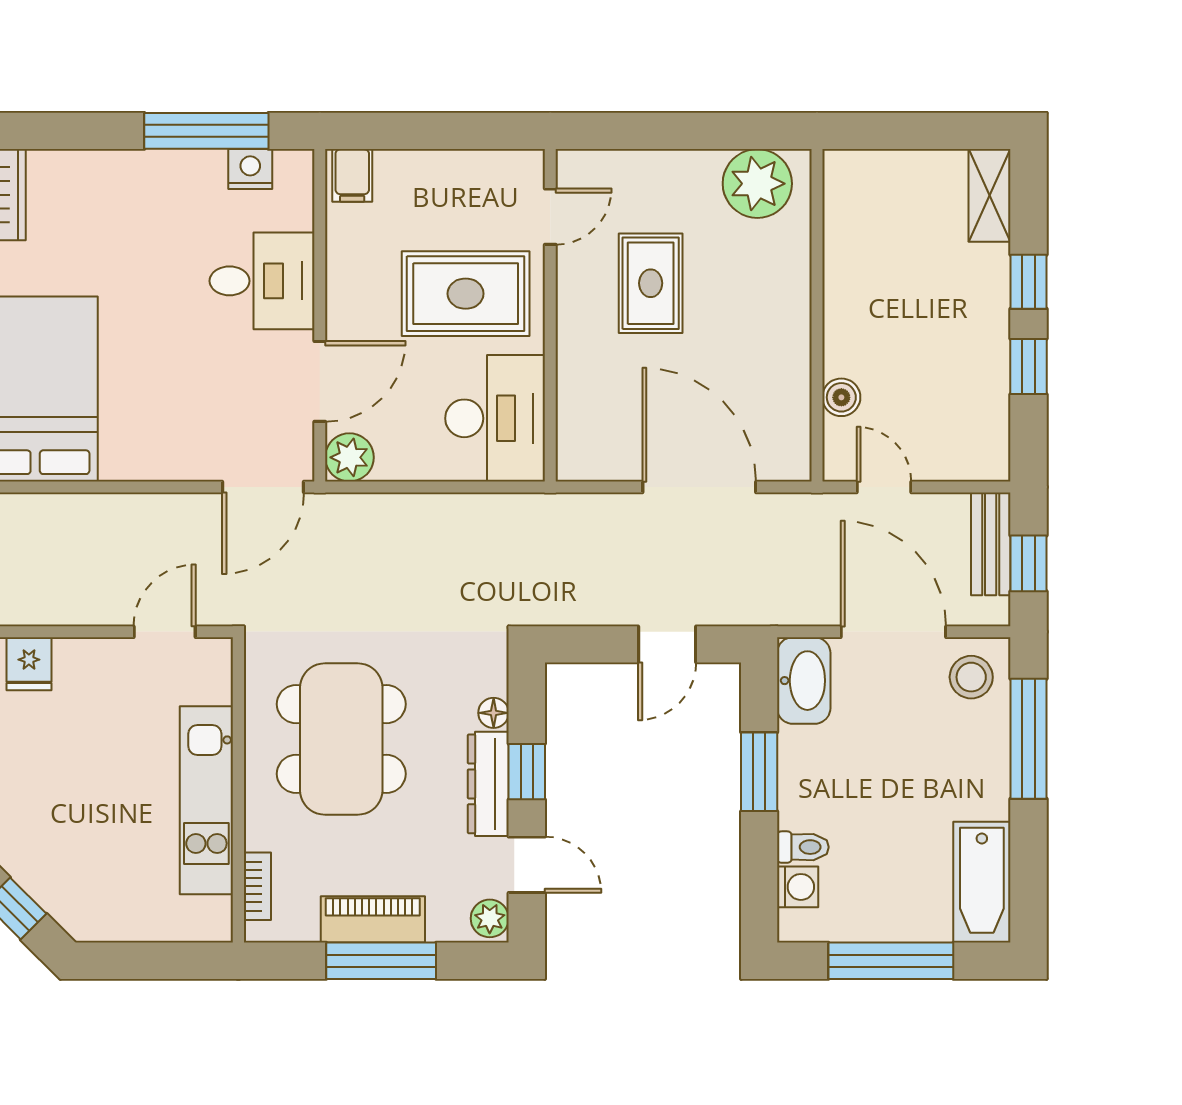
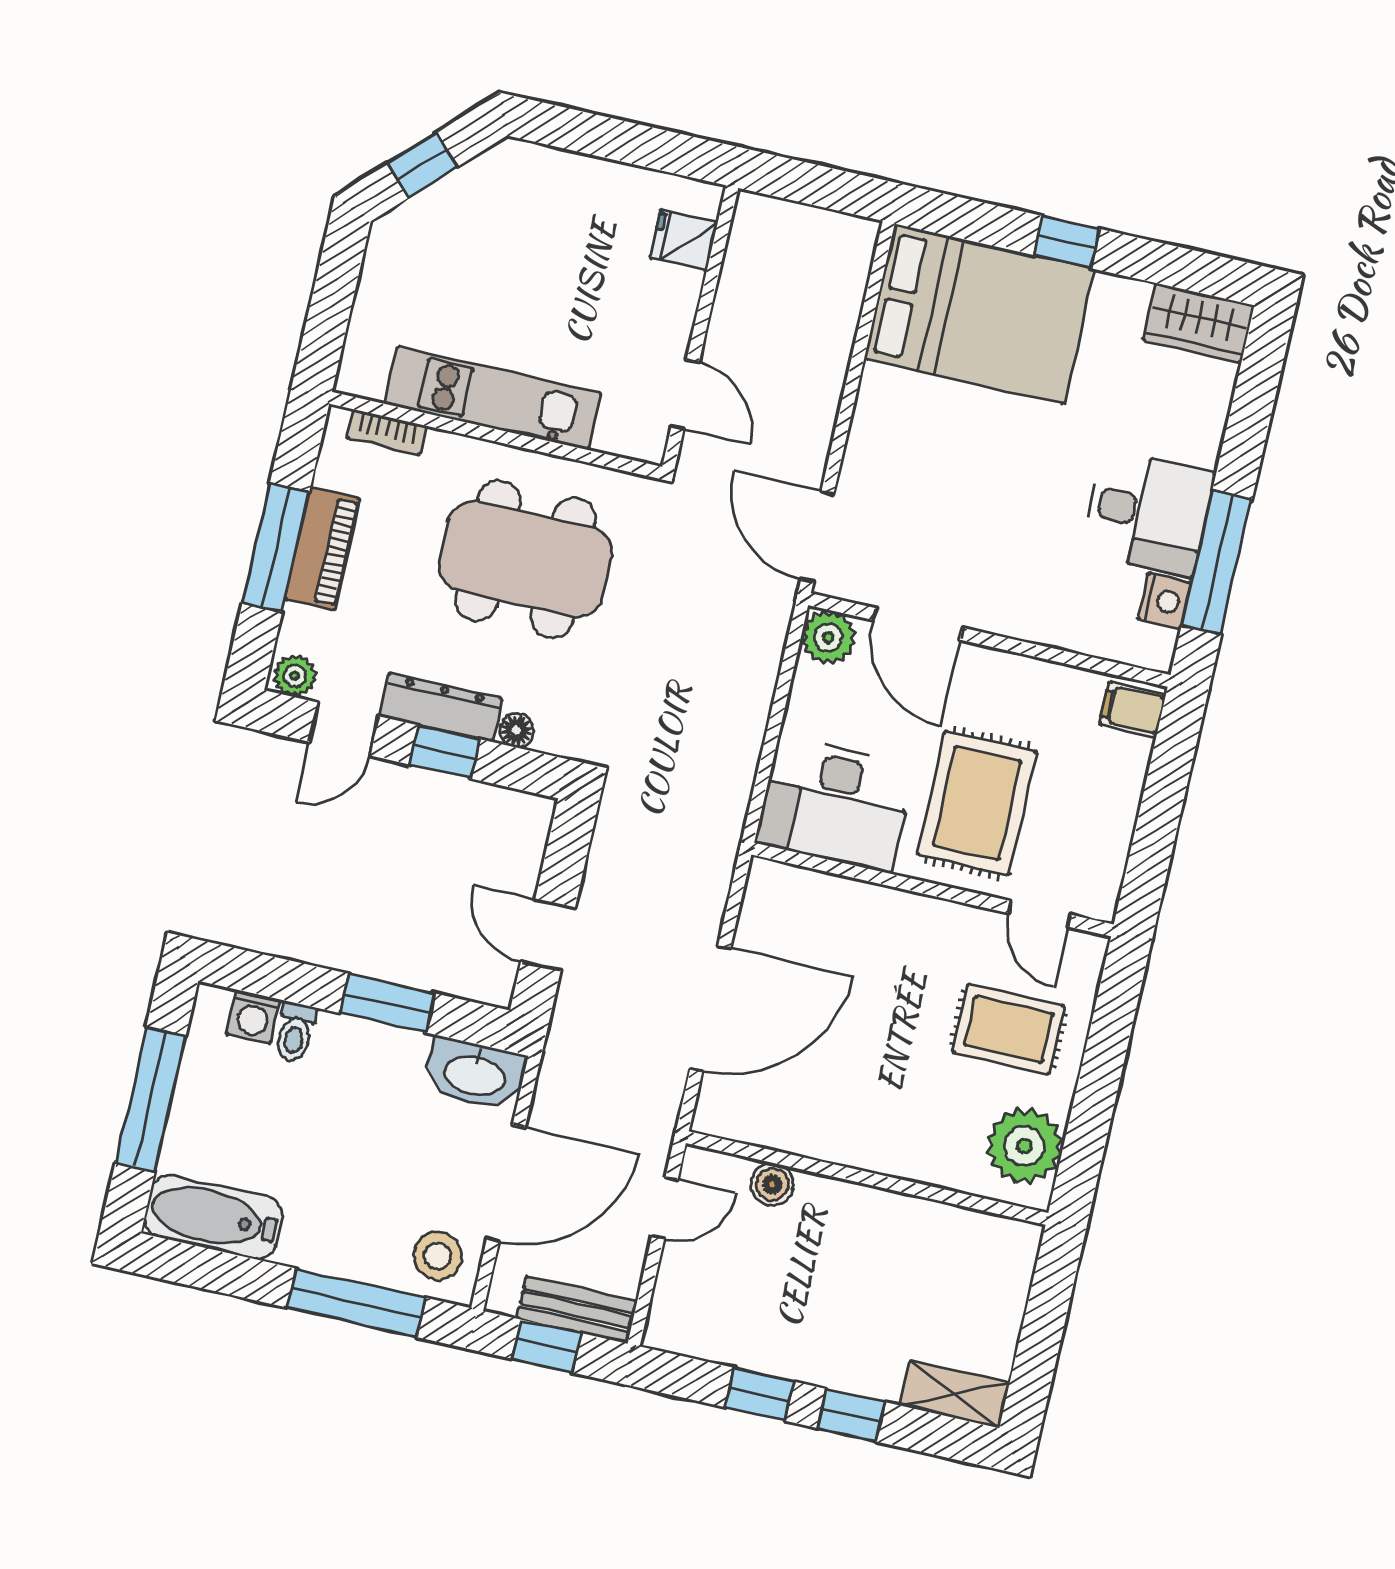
desk: (262, 281) -> (1148, 513), moved, turned -90
rug: (651, 283) -> (1008, 1029), moved

